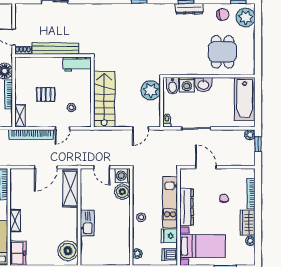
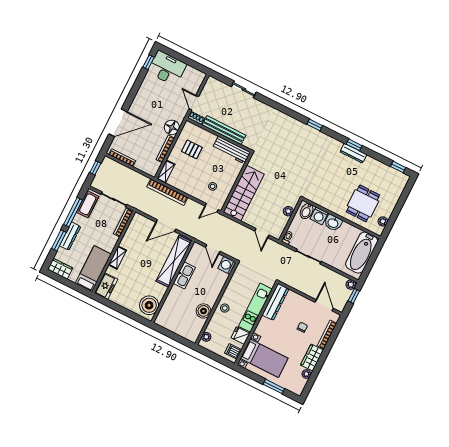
chair: (223, 15) -> (379, 172), removed
plant: (246, 18) -> (383, 221), moved, width x0.53, depth x0.53
workbench: (77, 64) -> (231, 150), width x1.38
plant: (151, 90) -> (288, 211), width x0.53, depth x0.53
pallet: (46, 94) -> (192, 149), moved
door: (63, 128) -> (212, 208), moved
door: (141, 128) -> (262, 233), hinge flipped
door: (206, 167) -> (324, 305), moved
shelving: (70, 188) -> (174, 261), width x1.47
boiler: (122, 192) -> (204, 311), moved
dresser: (187, 207) -> (276, 302), moved
kitchen sink: (87, 223) -> (184, 275), moved

